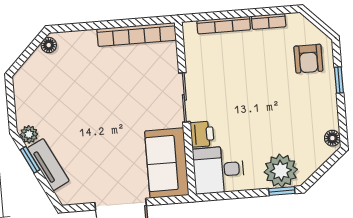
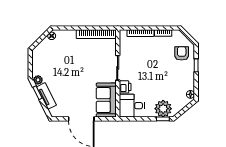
armchair: (308, 59) -> (182, 53), turned 180

